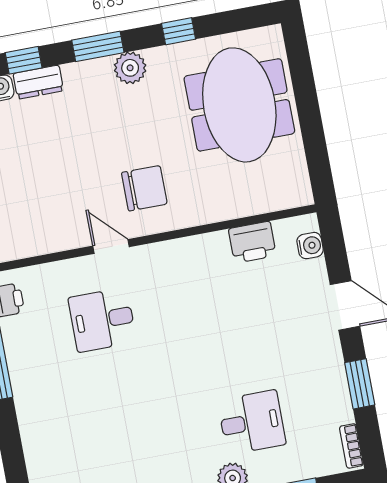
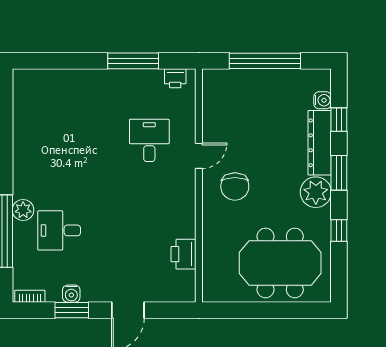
plant: (130, 68) -> (316, 192), width x1.36, depth x1.36
dresser: (38, 82) -> (320, 143), width x1.96, depth x1.24
water cooler: (310, 246) -> (71, 294), moved
desk: (252, 422) -> (59, 230), turned 90

